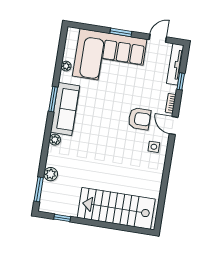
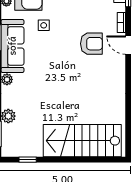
side table: (154, 147) -> (44, 25), moved

